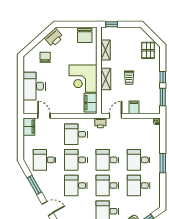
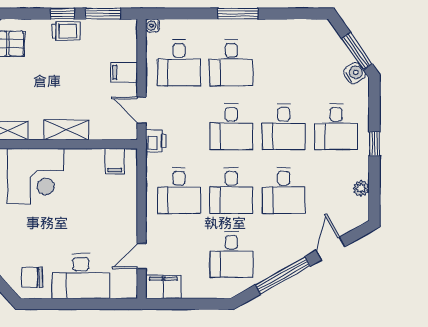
chair: (45, 57) -> (32, 277), moved
trolley: (129, 78) -> (66, 31), moved
corner desk: (83, 79) -> (36, 176), moved
filing cabinet: (90, 103) -> (115, 161), width x0.50
window: (34, 185) -> (283, 276), width x1.44
desk: (139, 186) -> (179, 63), moved

